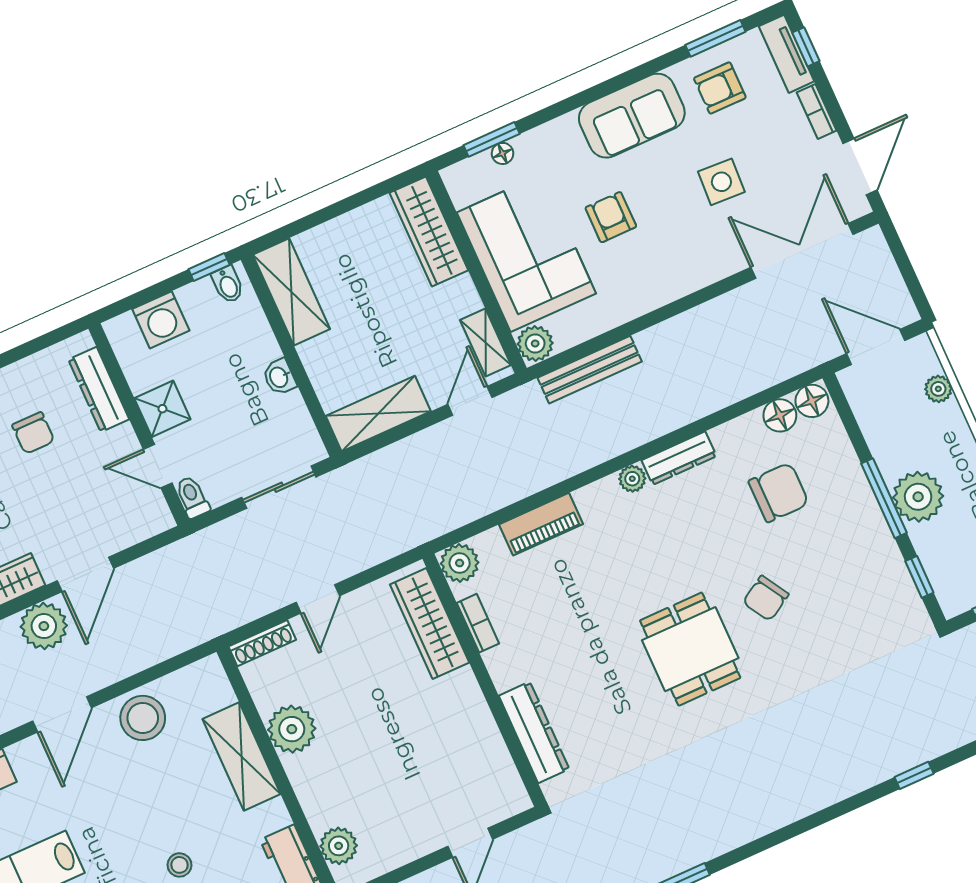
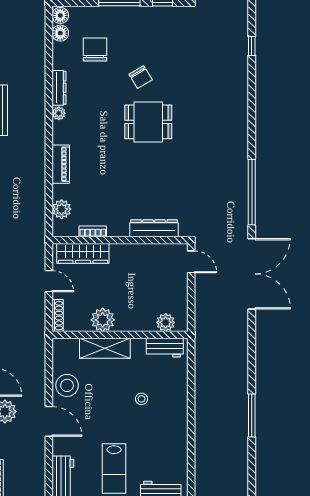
bookcase: (478, 623) -> (93, 231), moved
wardrobe: (430, 624) -> (83, 253), moved
wall: (484, 680) -> (120, 240), moved
dresser: (534, 732) -> (154, 228), moved

